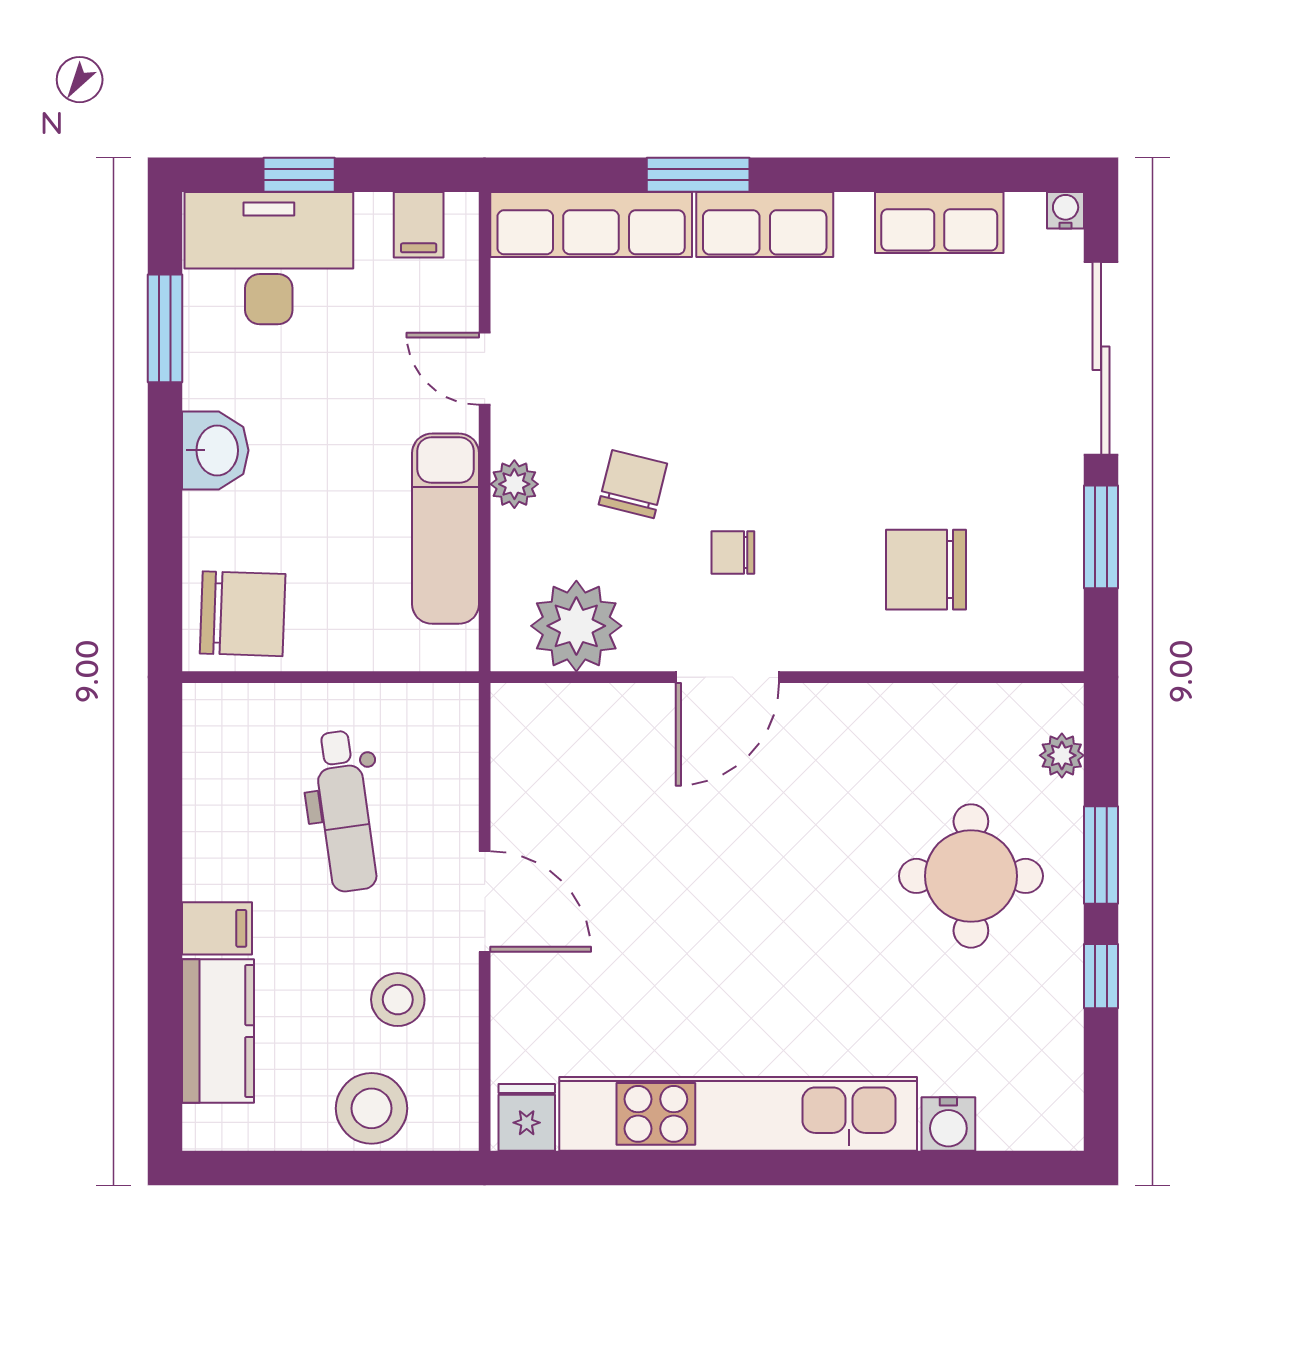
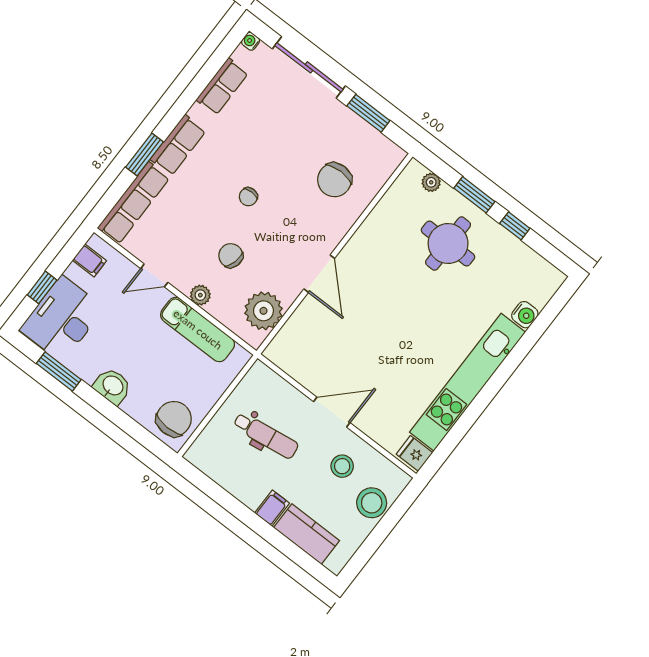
chair: (733, 553) -> (248, 197), moved

